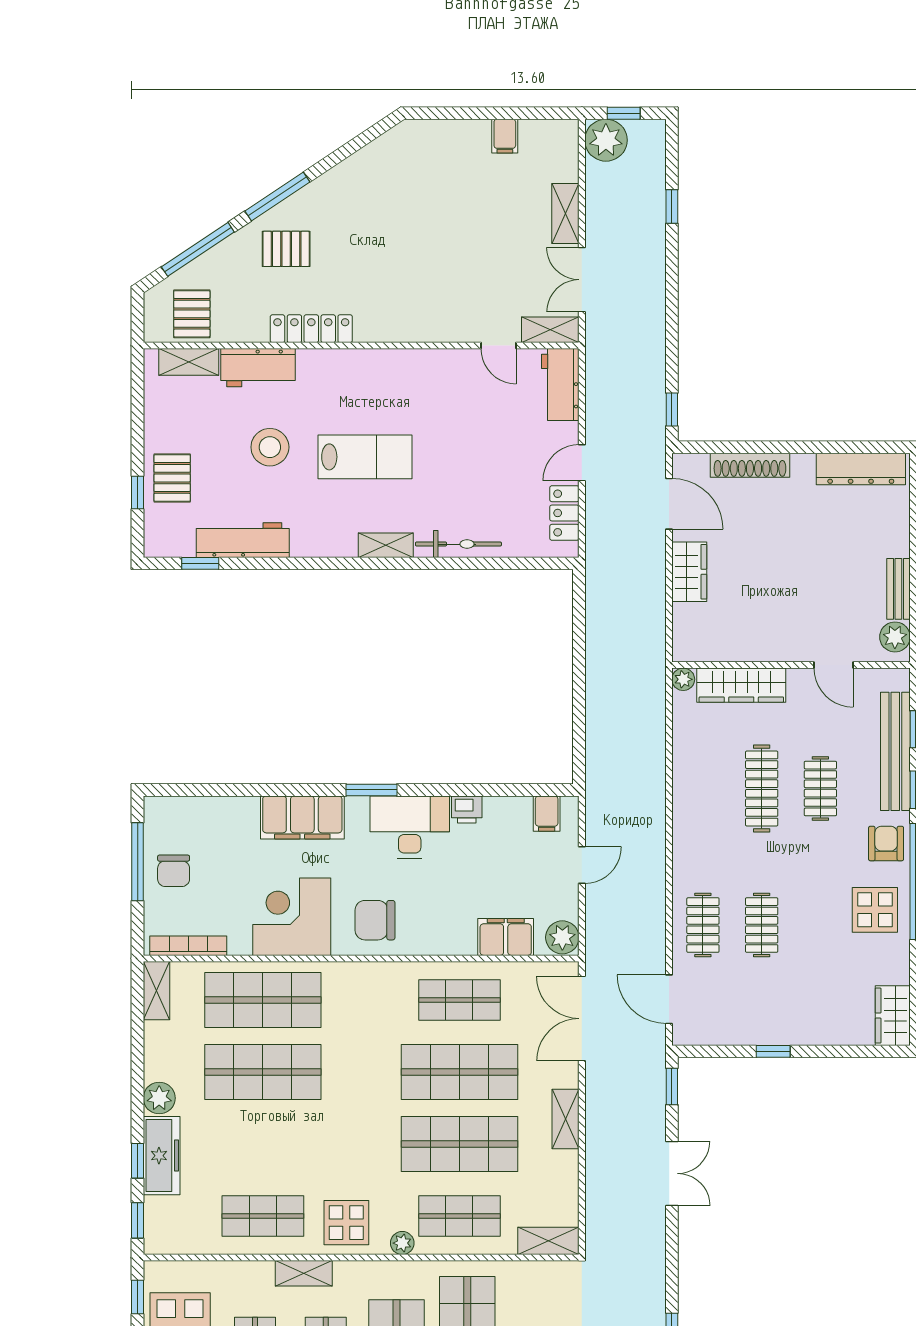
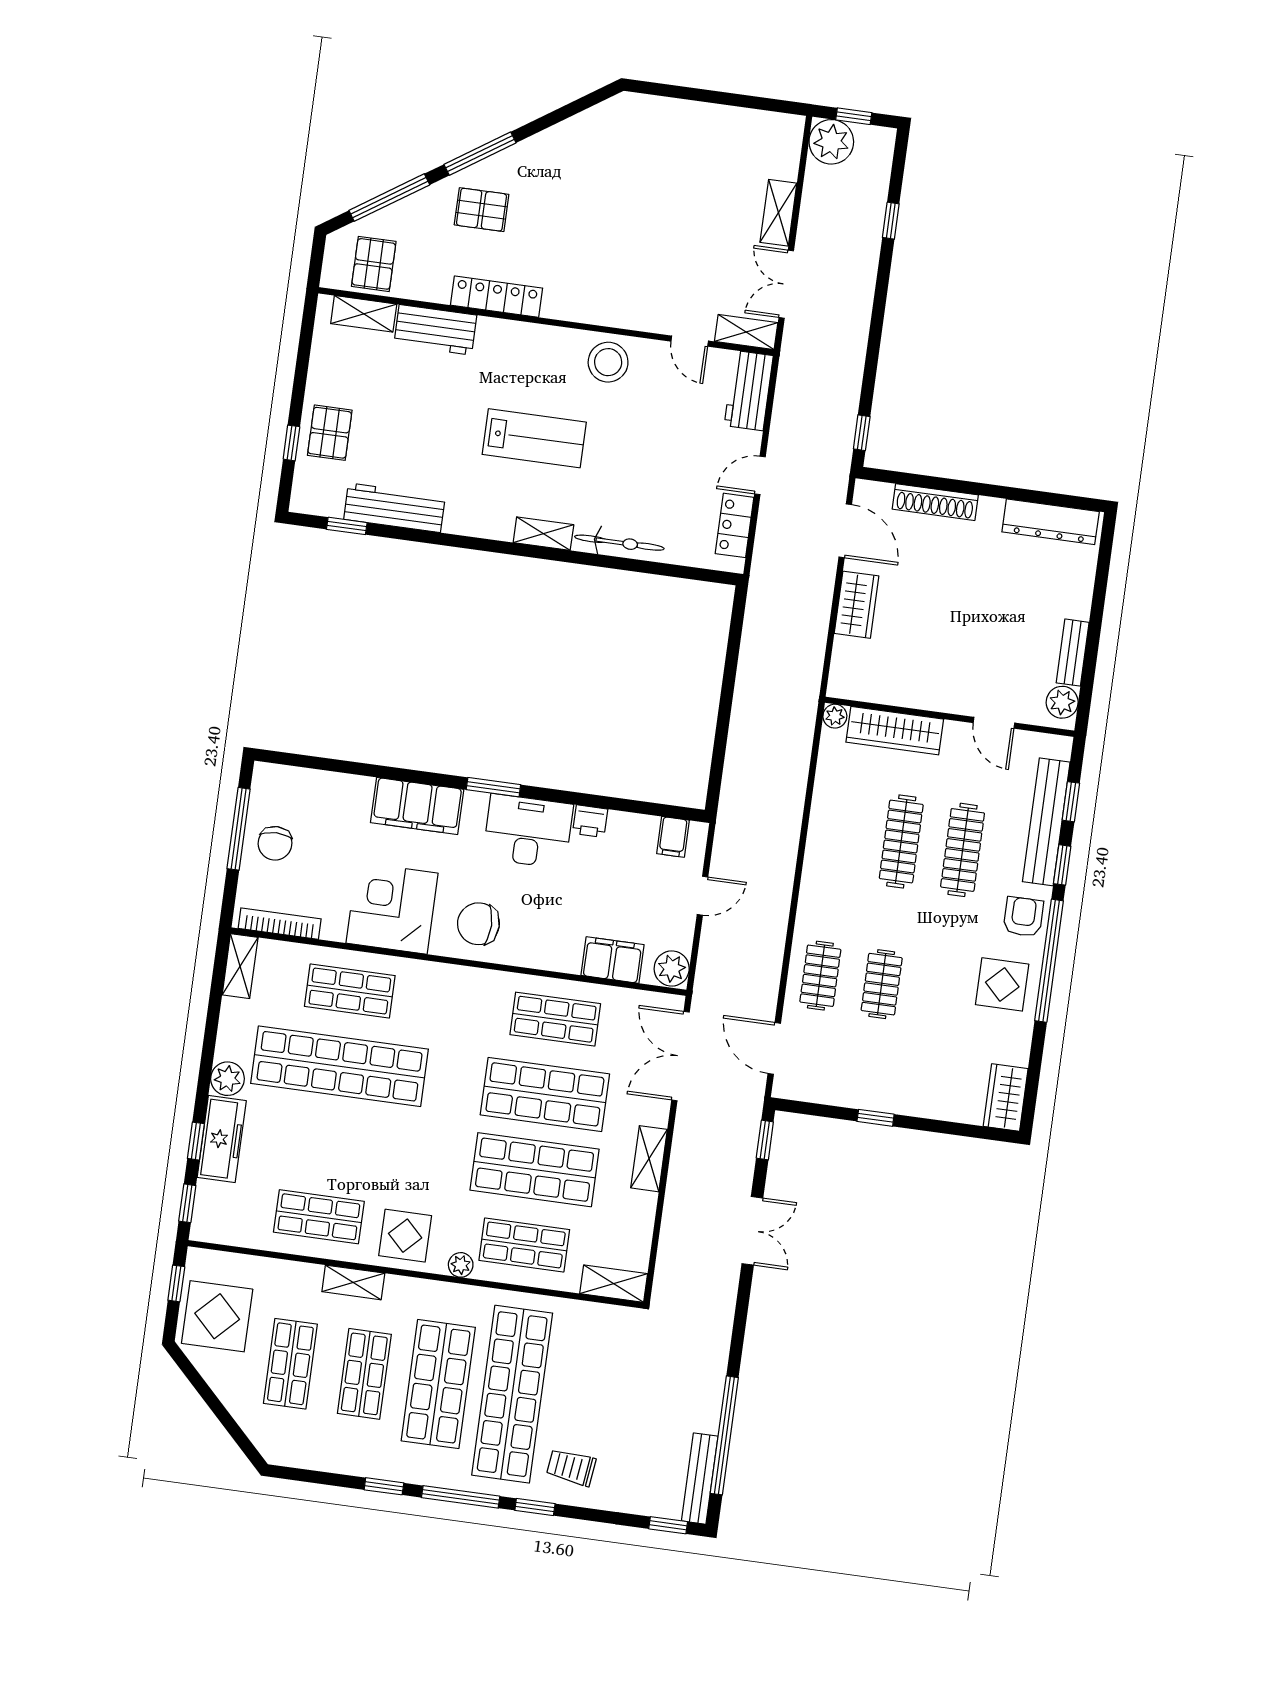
filing cabinet: (505, 136) -> (726, 123), removed
stool: (270, 447) -> (608, 362), moved
clothes rail: (820, 788) -> (963, 850), width x1.36
shop shelf: (263, 1000) -> (350, 991), width x0.70, depth x0.74
shop shelf: (263, 1072) -> (339, 1066), width x1.40

